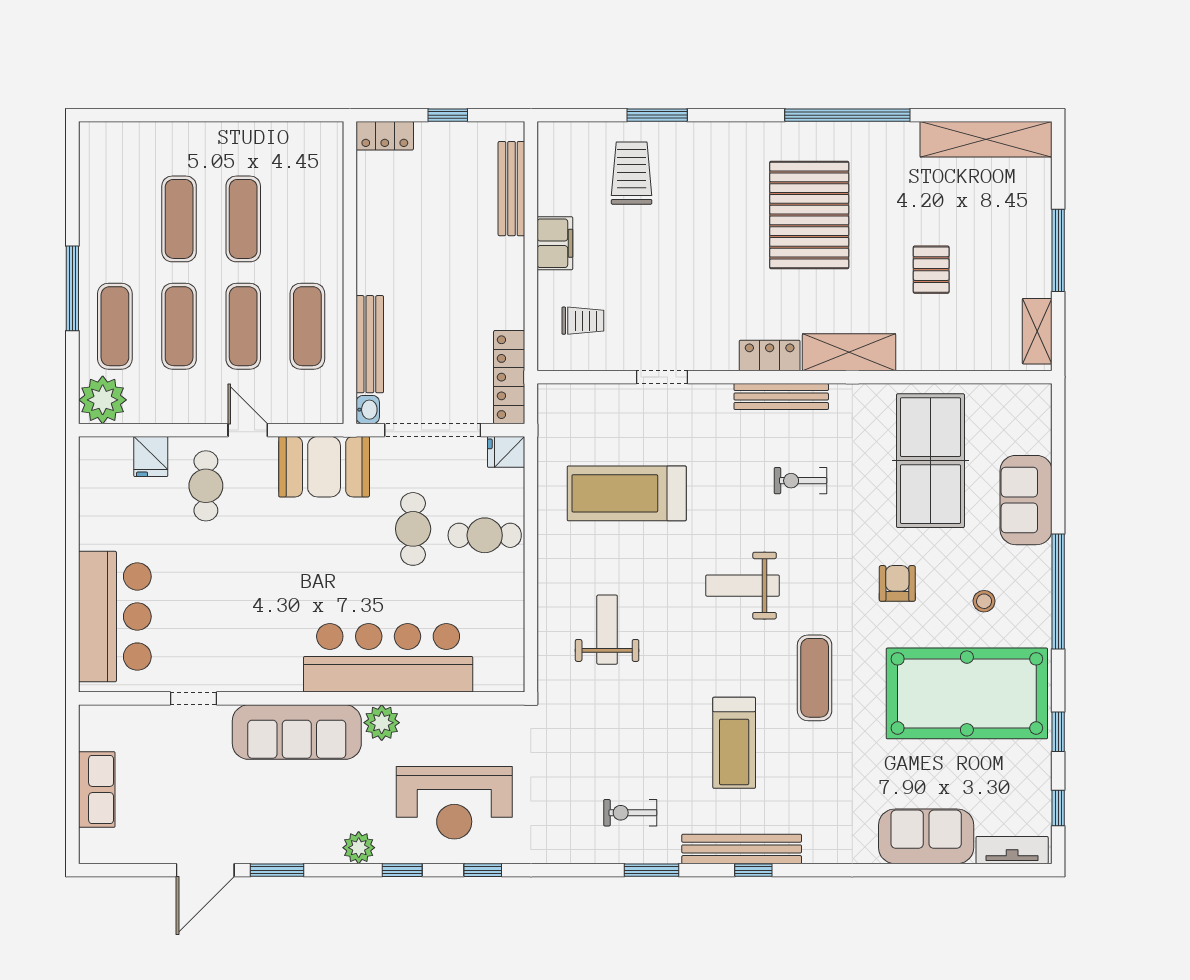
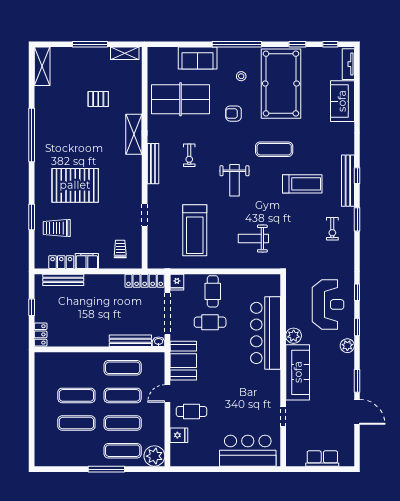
shelving: (986, 139) -> (42, 66), width x0.68
pallet: (809, 215) -> (75, 185), moved
locker: (770, 356) -> (61, 262), moved, turned 90

